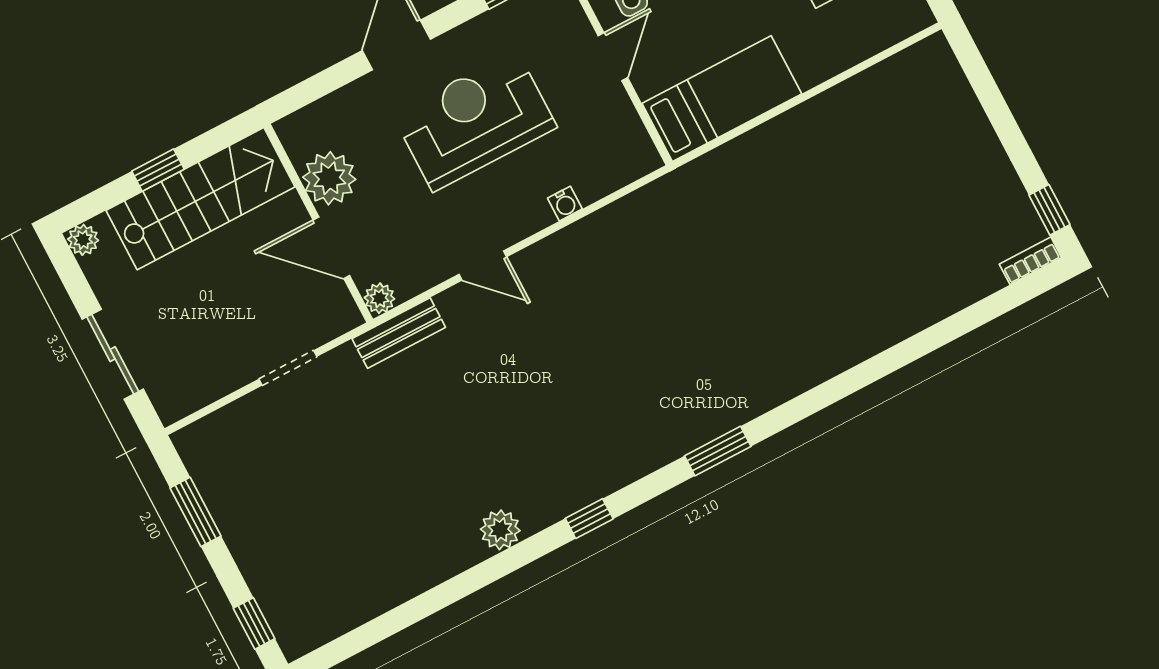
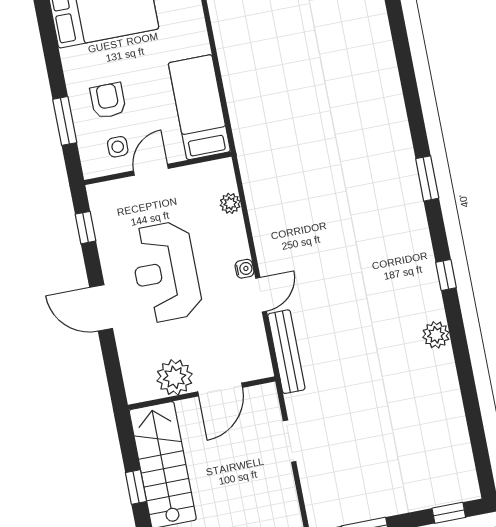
door: (613, 57) -> (151, 170), hinge flipped
water cooler: (565, 204) -> (244, 269), moved
plant: (379, 298) -> (230, 203), moved
bench: (399, 333) -> (286, 352), width x1.36

